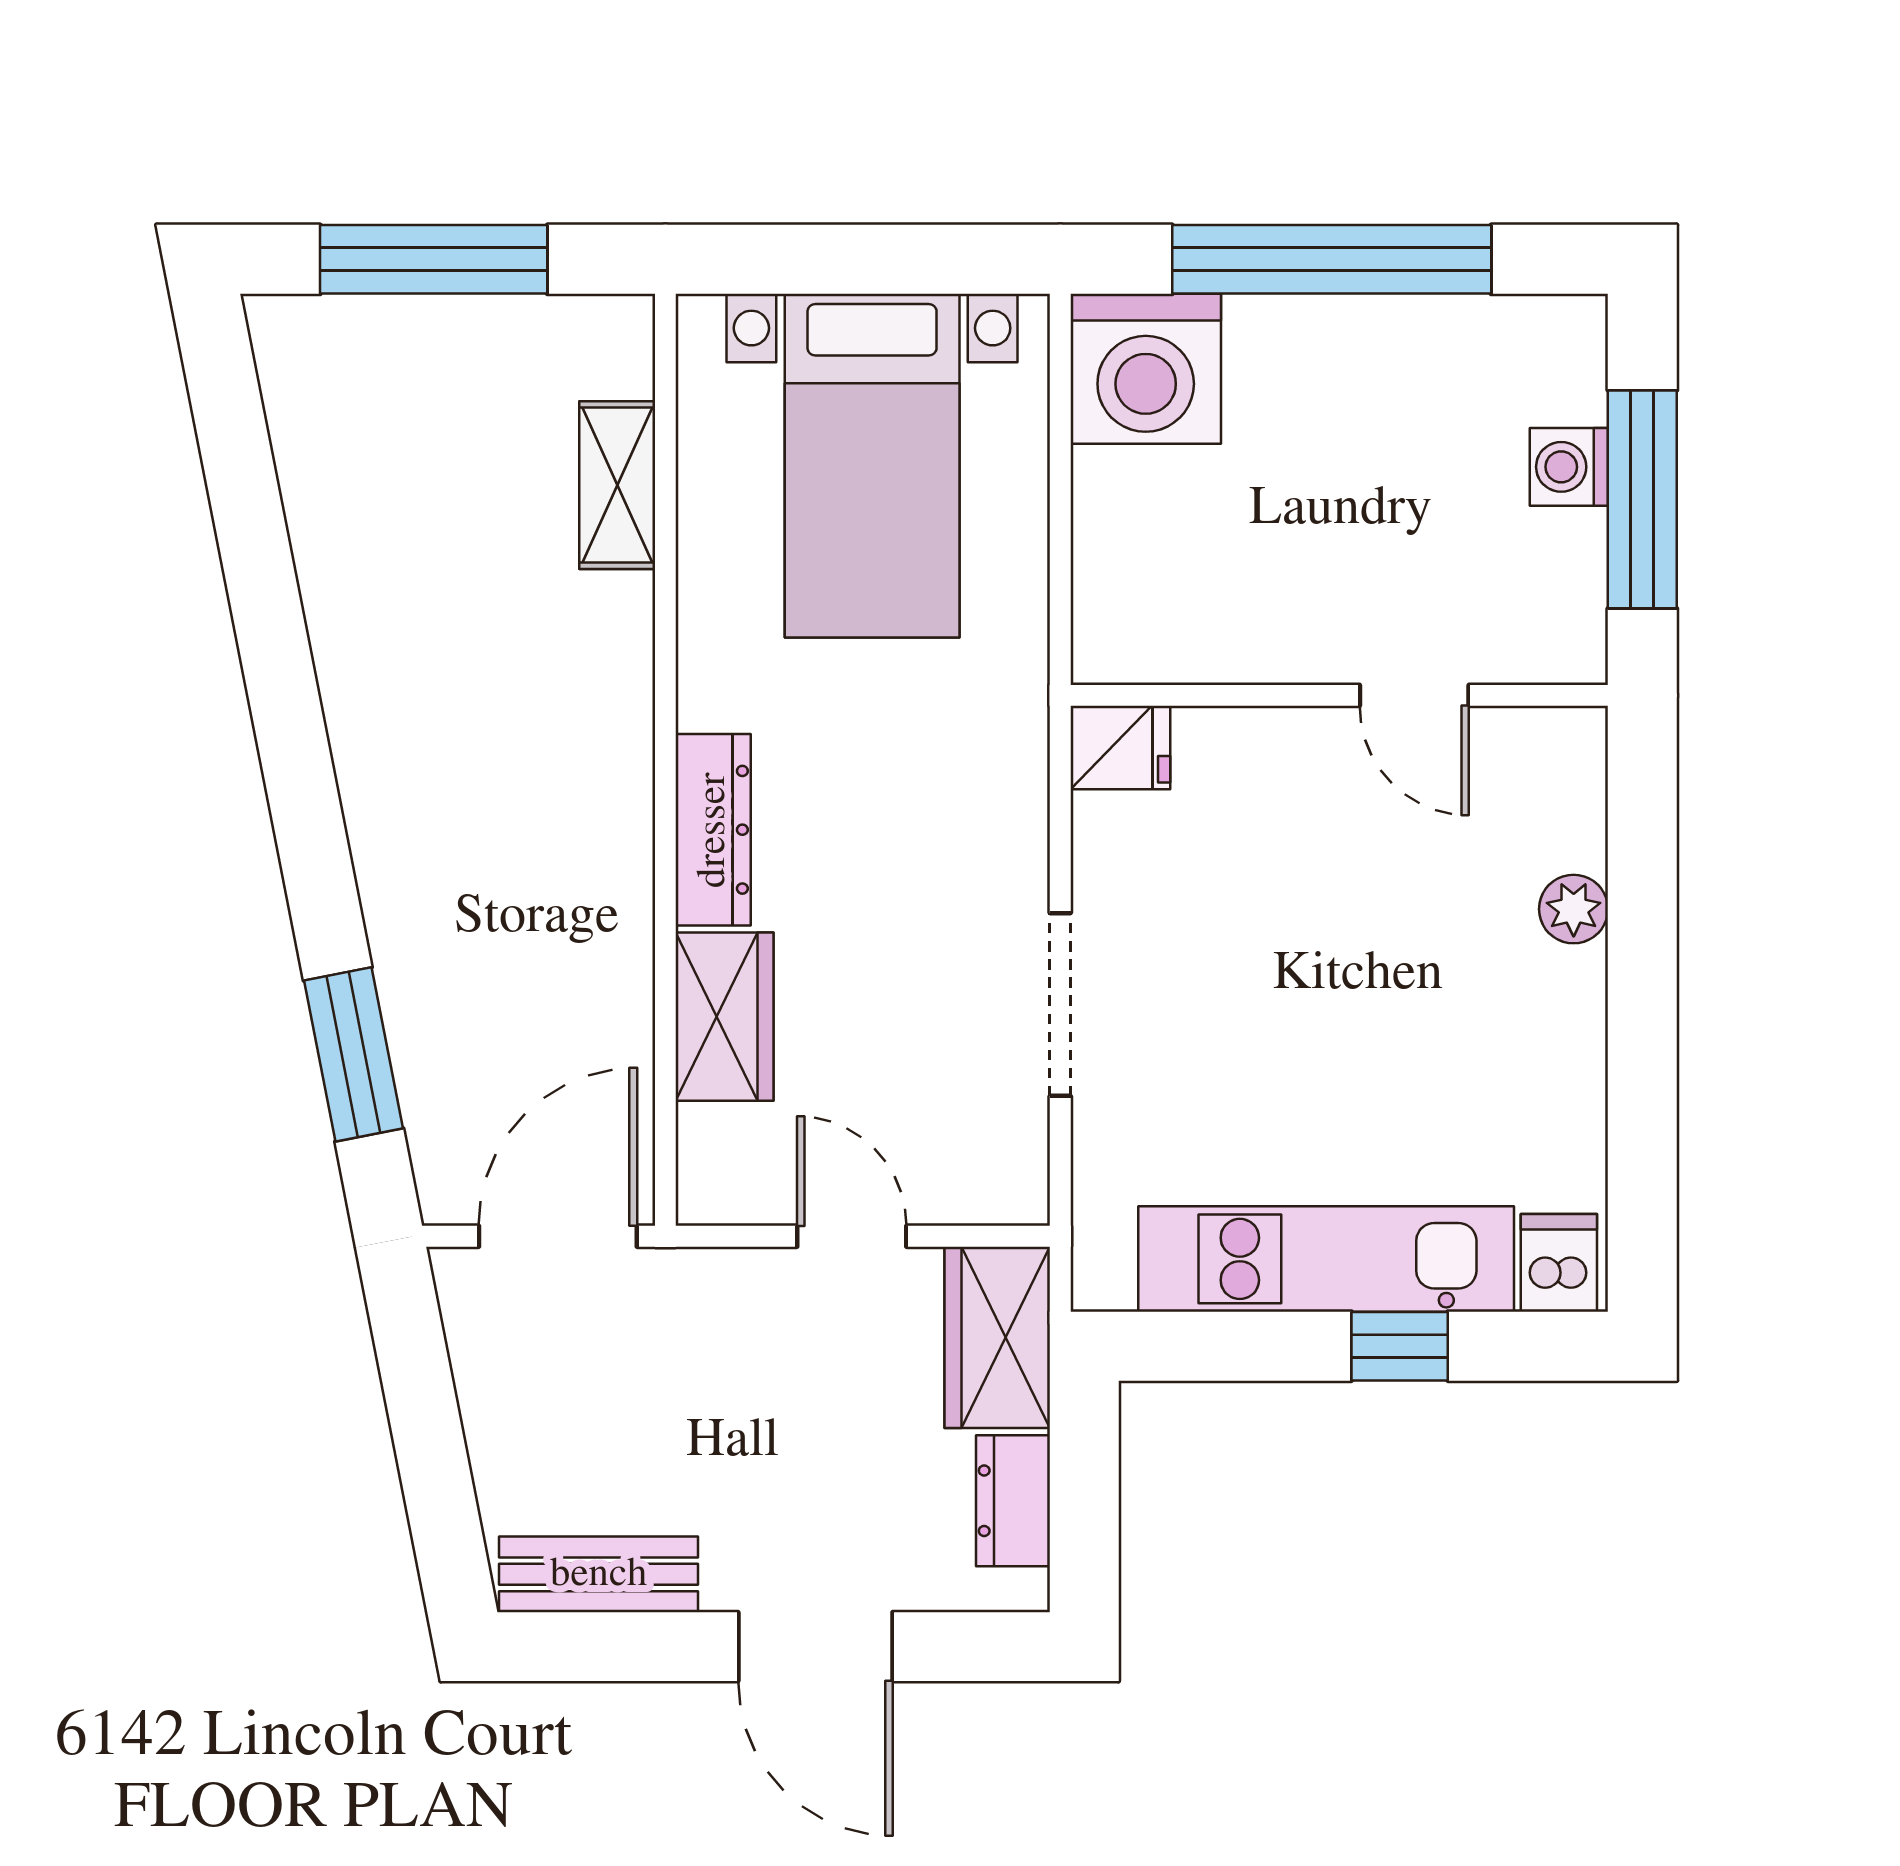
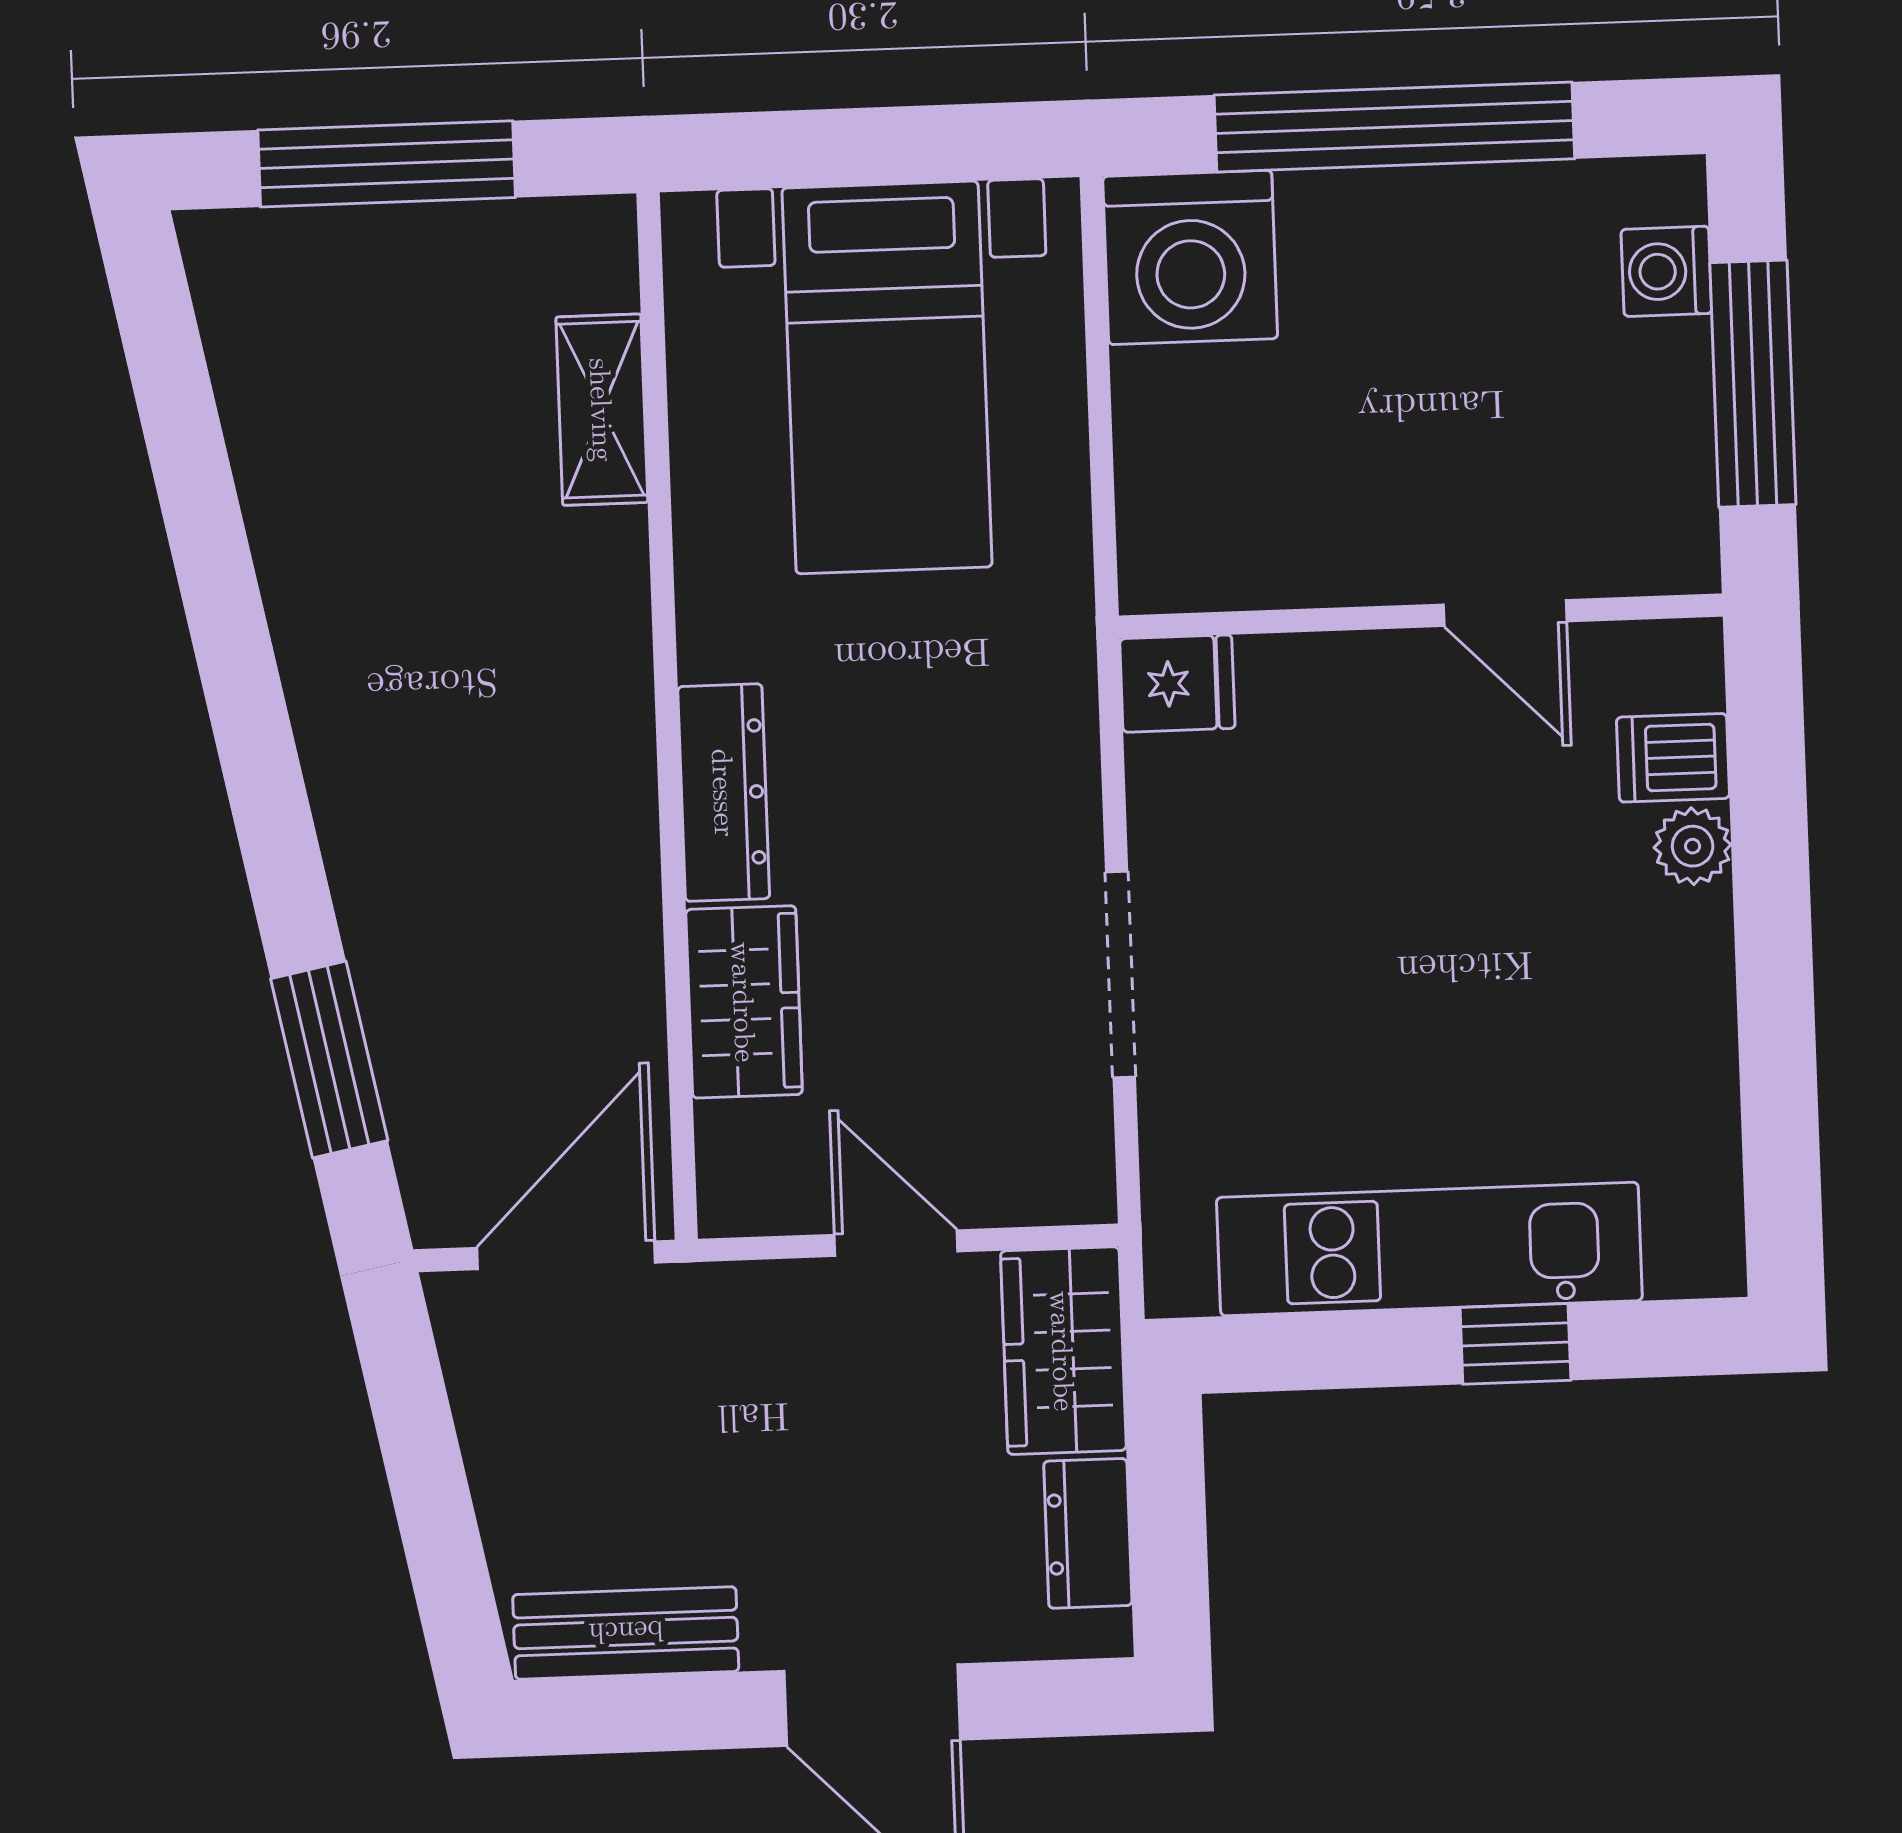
washing machine: (1569, 467) -> (1666, 271), moved
dishwasher: (1559, 1263) -> (1673, 758), moved, turned -90

